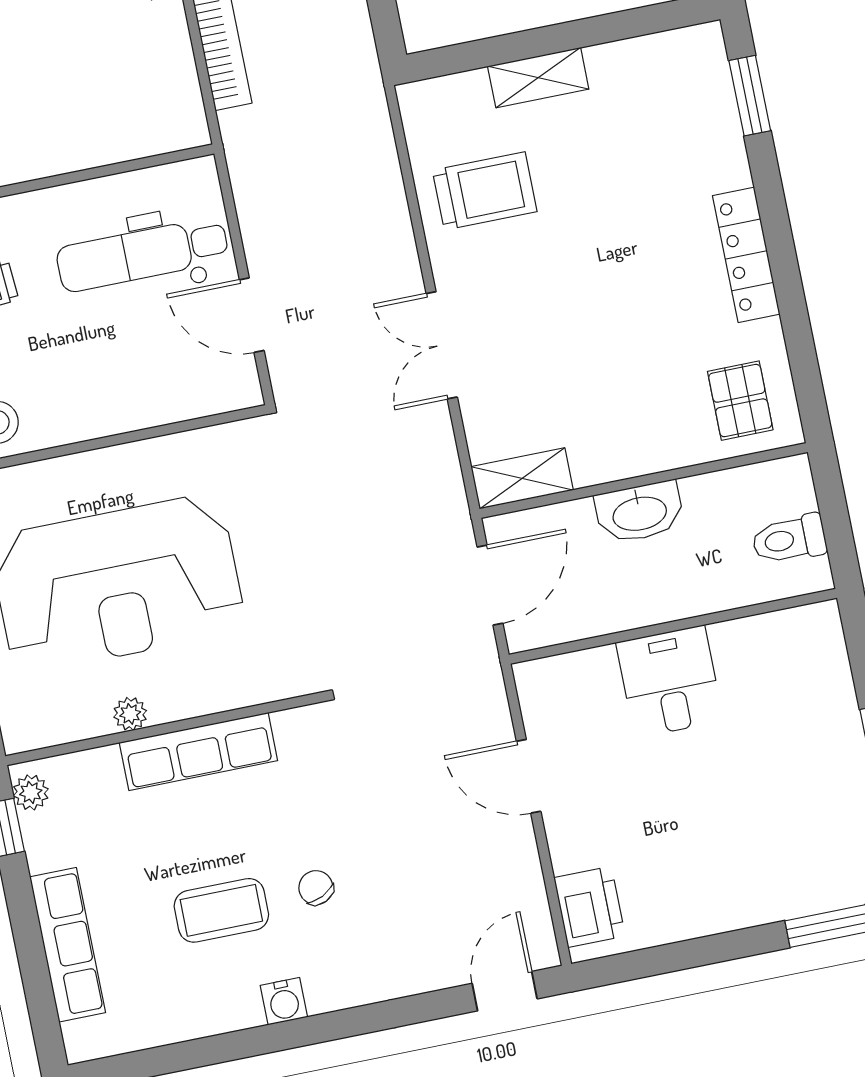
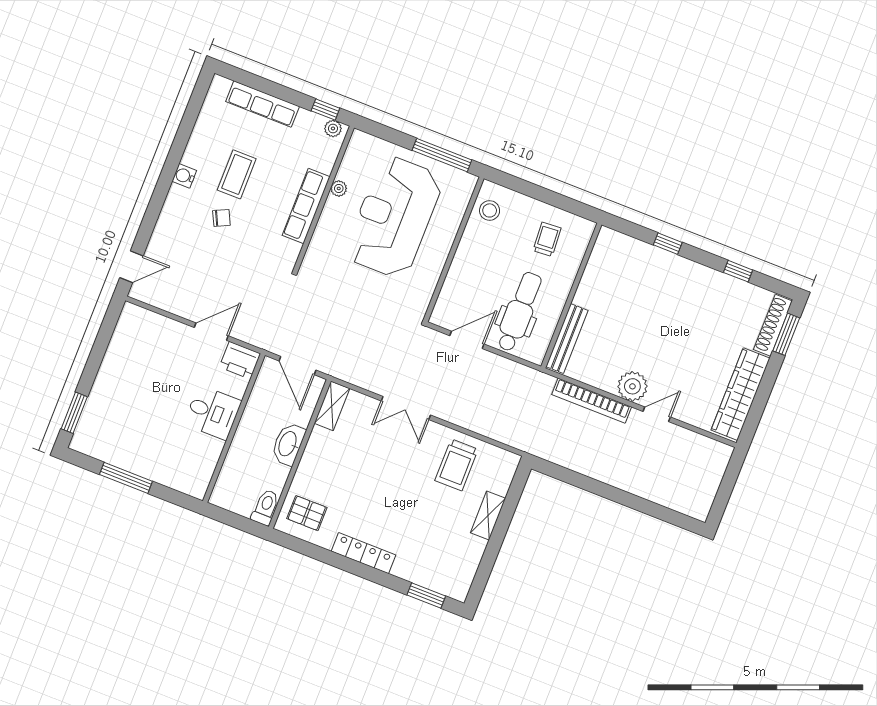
bench: (136, 140) -> (567, 339), added
double door: (442, 345) -> (406, 408), swing flipped
toilet: (789, 539) -> (265, 507), moved
printer: (590, 907) -> (240, 360), moved
door: (505, 991) -> (131, 267), hinge flipped

